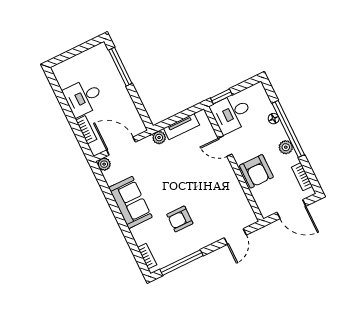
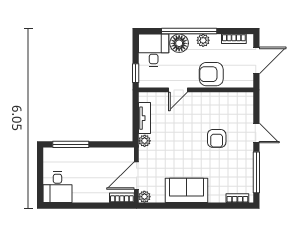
desk: (83, 97) -> (57, 187), moved
desk: (232, 113) -> (154, 50), moved, turned 180
floor lamp: (274, 119) -> (179, 43), width x1.89, depth x1.89
bookcase: (86, 130) -> (122, 198), moved
armchair: (256, 171) -> (211, 74), turned 180
armchair: (180, 219) -> (217, 138), moved
door: (235, 236) -> (256, 133), moved

